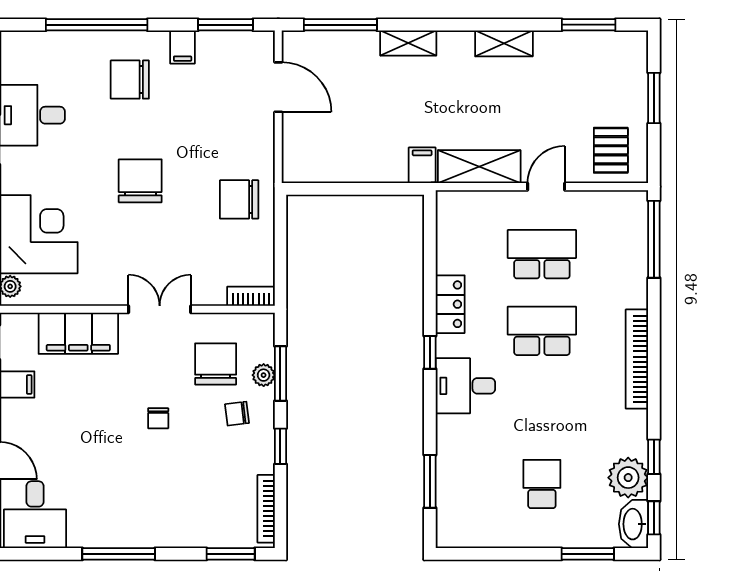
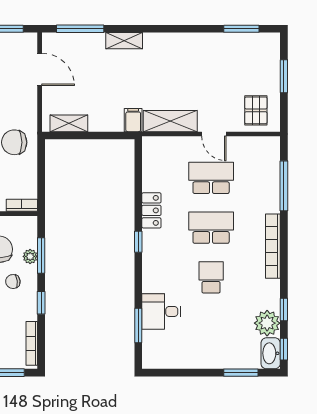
shelving: (504, 43) -> (69, 123), moved
door: (546, 187) -> (214, 134), swing flipped
window: (654, 239) -> (284, 186), moved
desk: (465, 386) -> (161, 311), moved
school desk: (542, 484) -> (211, 277), moved

